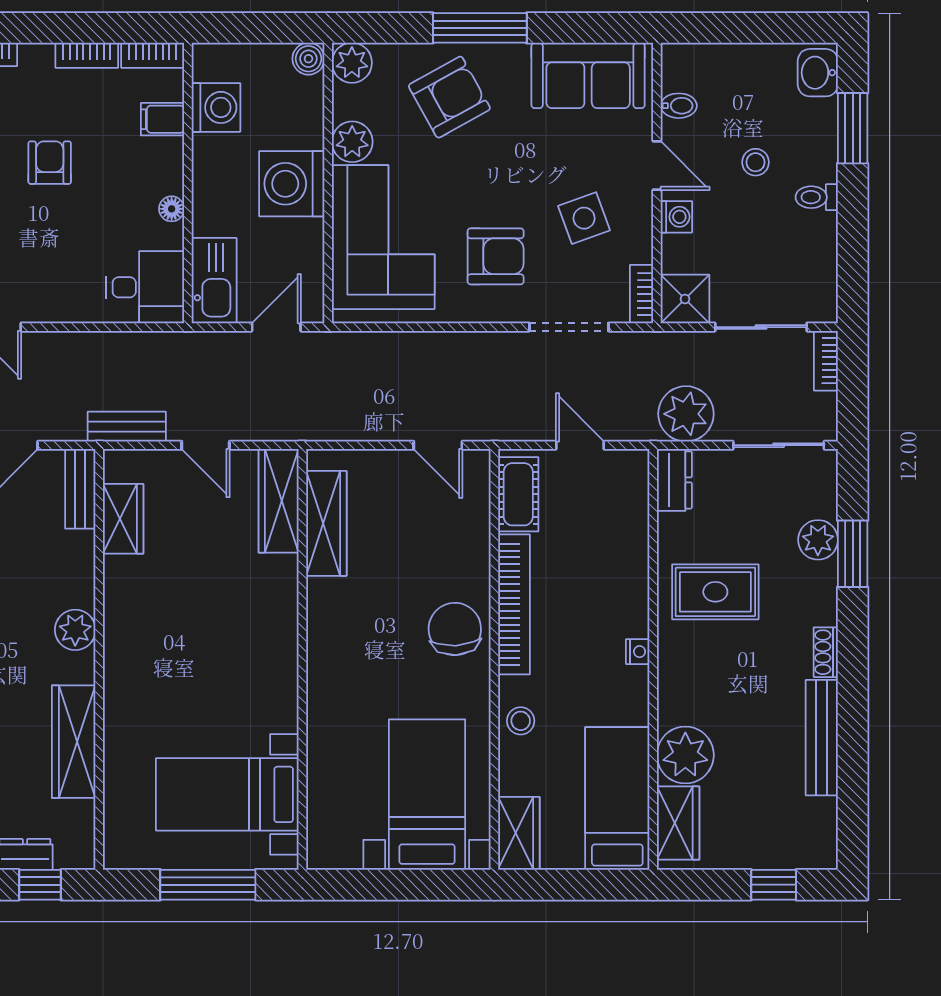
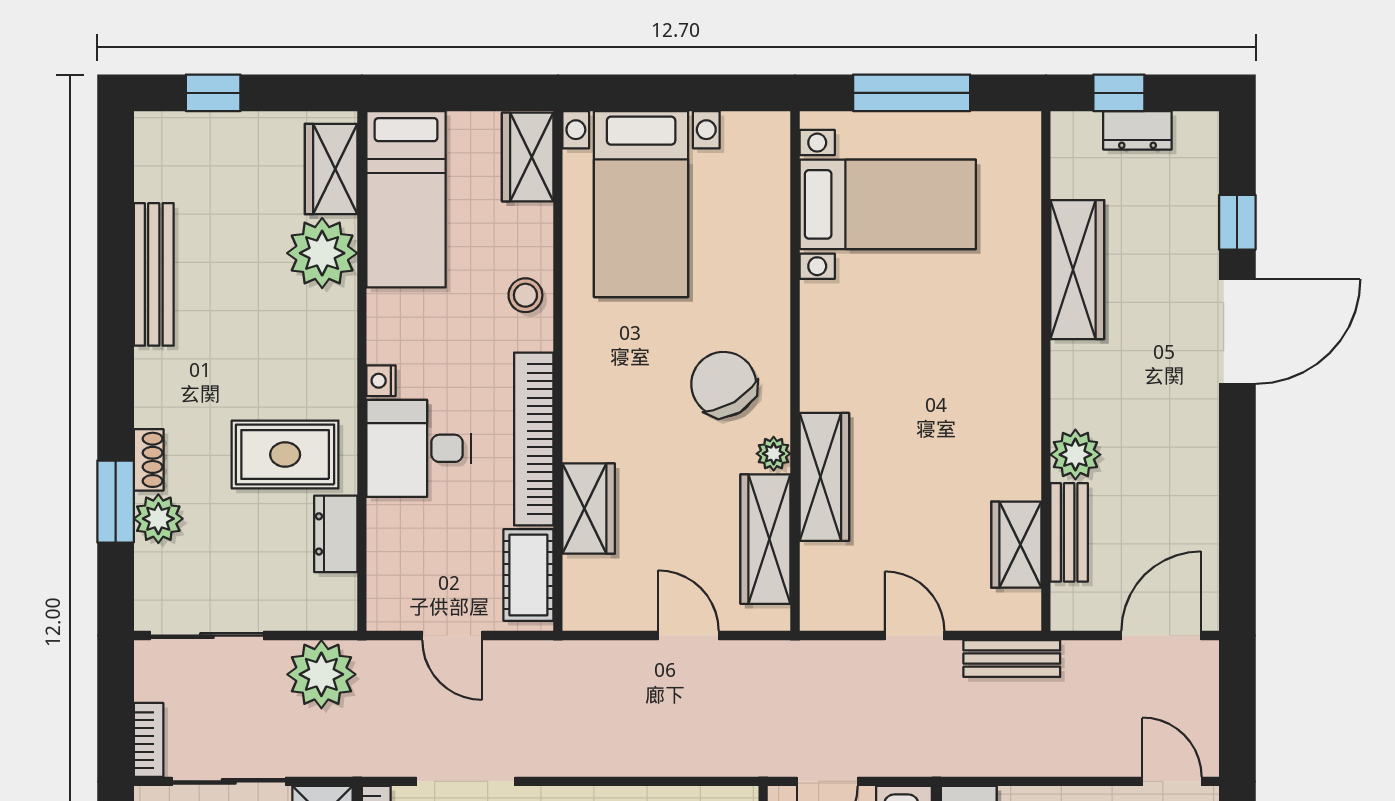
door: (438, 445) -> (688, 636), moved
dresser: (674, 480) -> (336, 534), moved
bench: (80, 489) -> (1069, 532), moved
wardrobe: (279, 501) -> (824, 477), moved
wardrobe: (469, 548) -> (589, 509), added
plant: (320, 593) -> (774, 454), added
desk: (607, 597) -> (419, 448), added
chair: (455, 629) -> (724, 384), moved, turned 152
plant: (75, 630) -> (1075, 455), moved
shoe rack: (826, 652) -> (149, 460), moved

